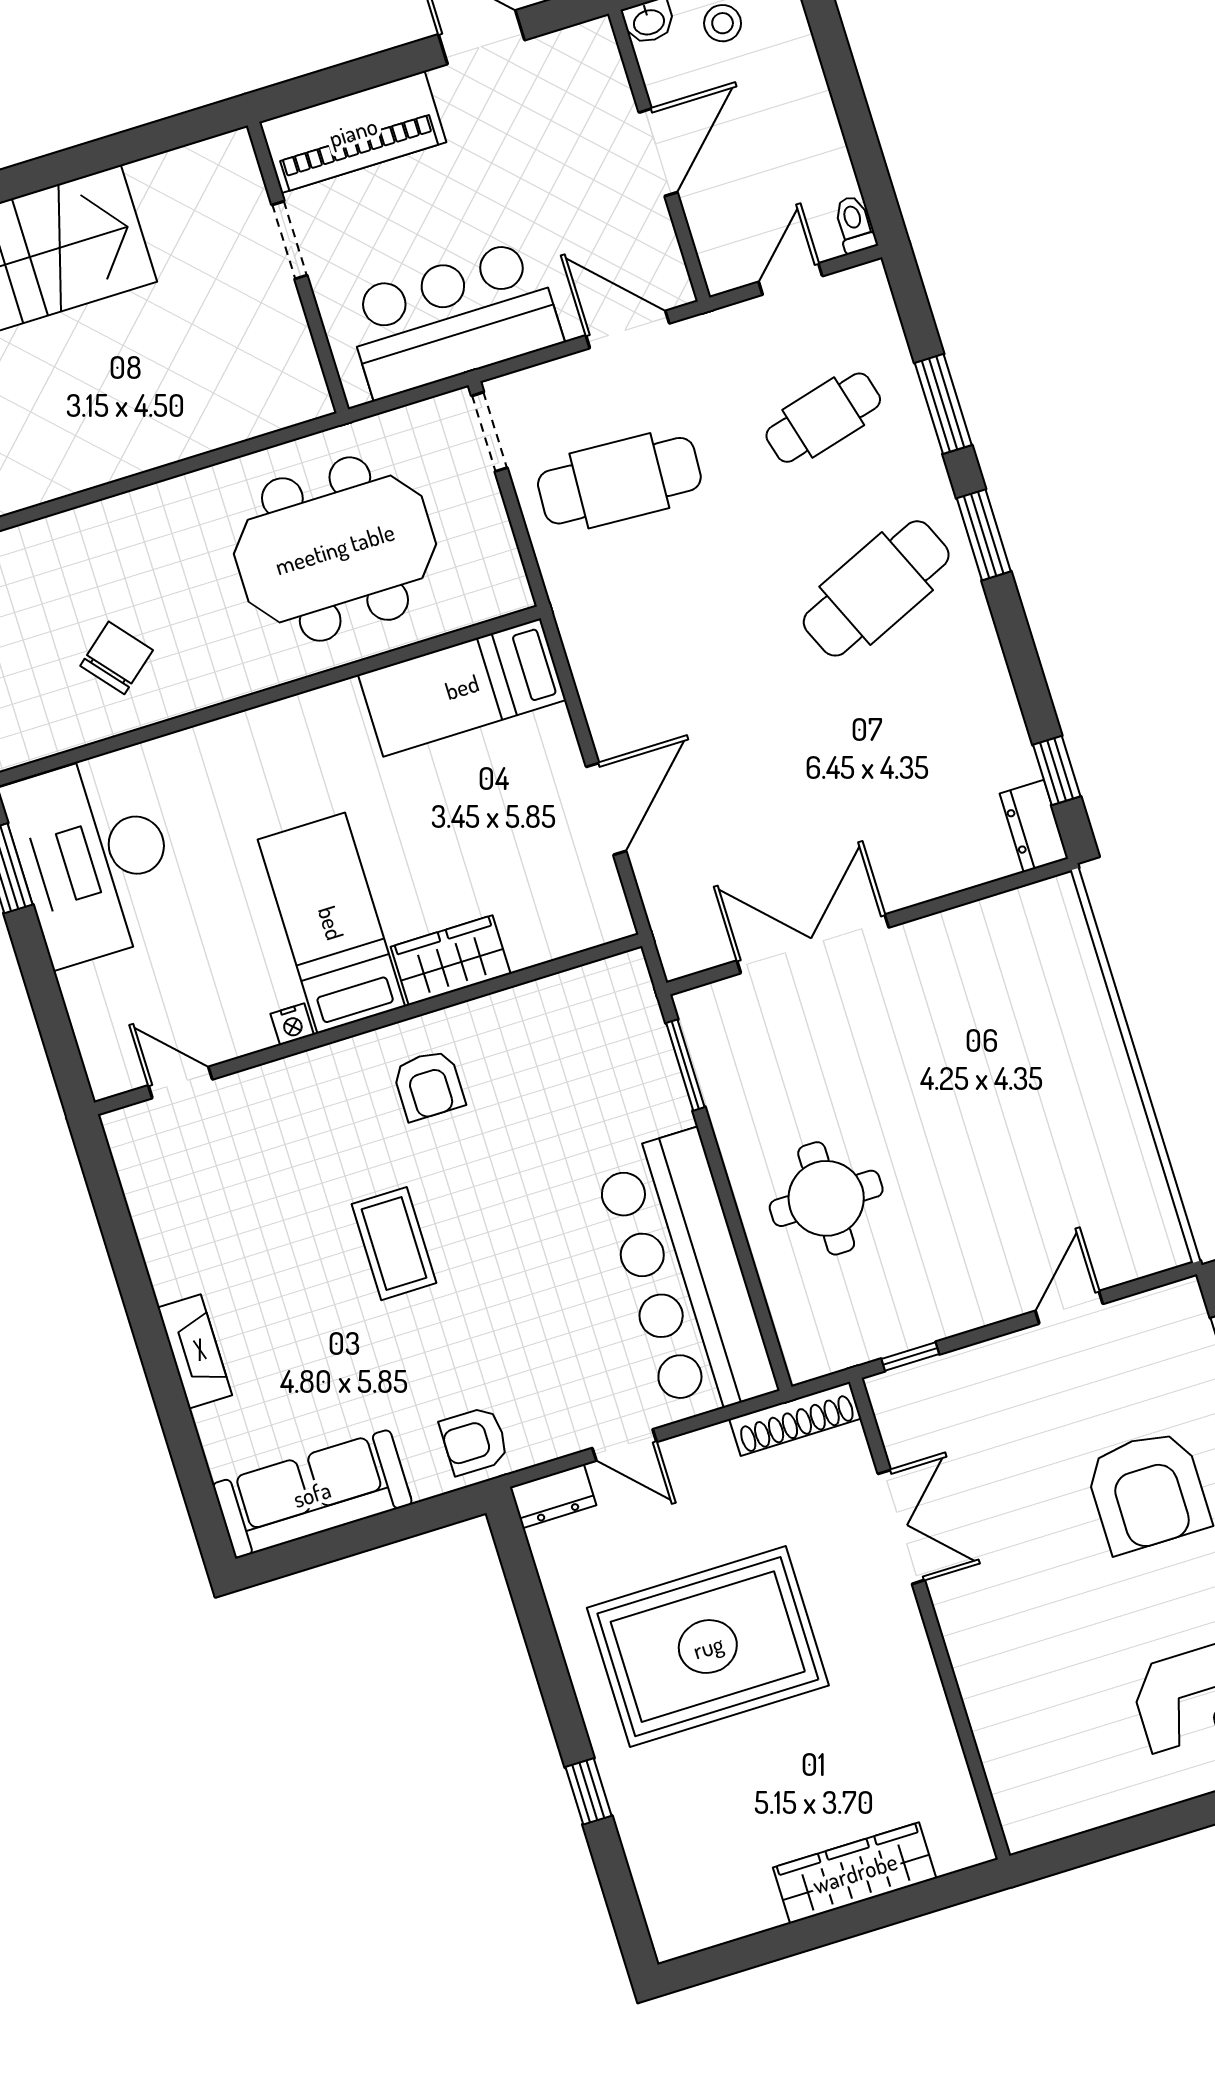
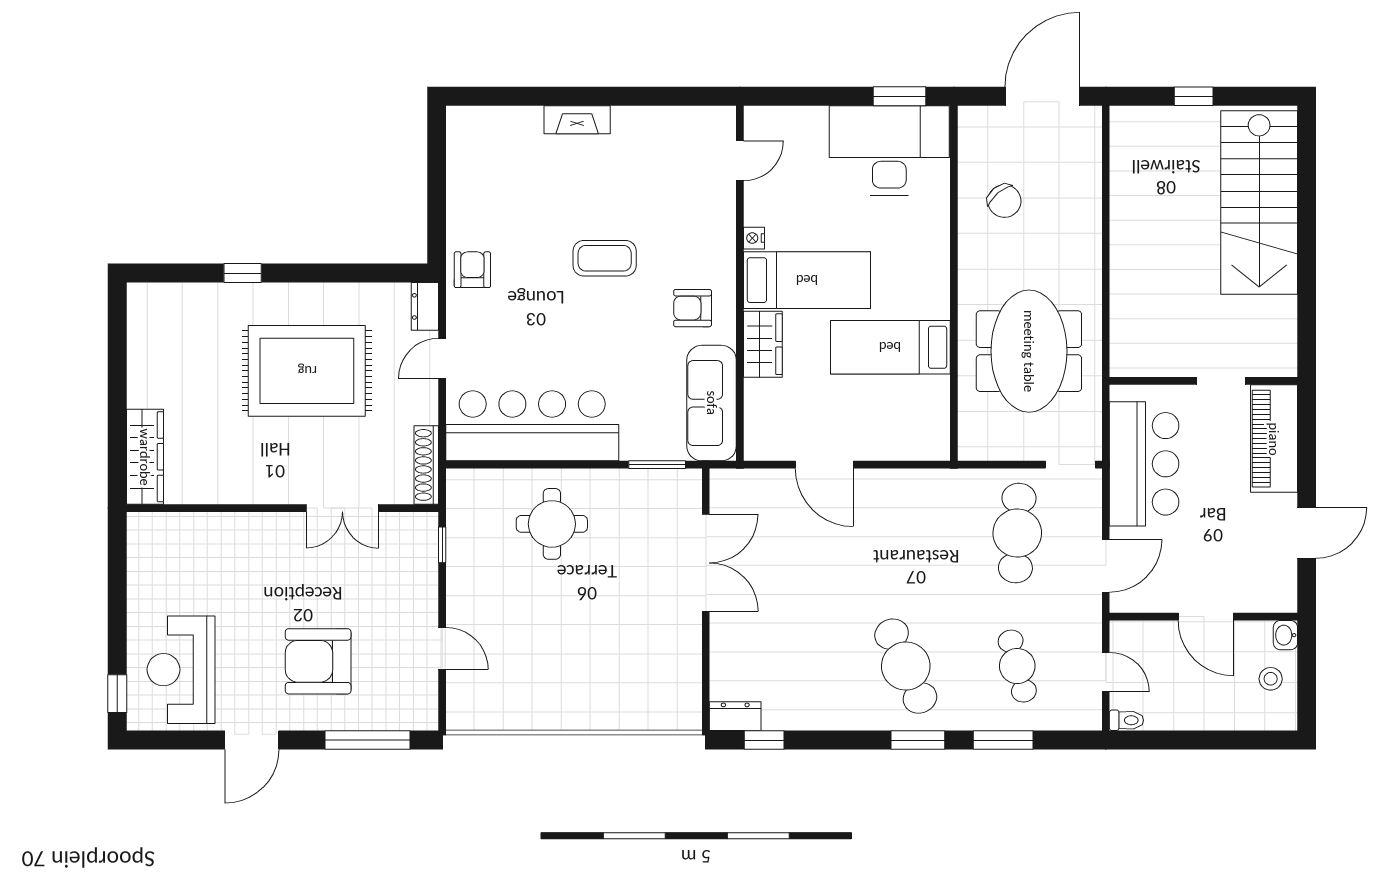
bed: (462, 687) -> (890, 347), moved, turned -90
sofa: (312, 1494) -> (712, 403), moved, turned 180
rug: (708, 1647) -> (307, 371), turned 90
wardrobe: (855, 1873) -> (145, 457), moved

